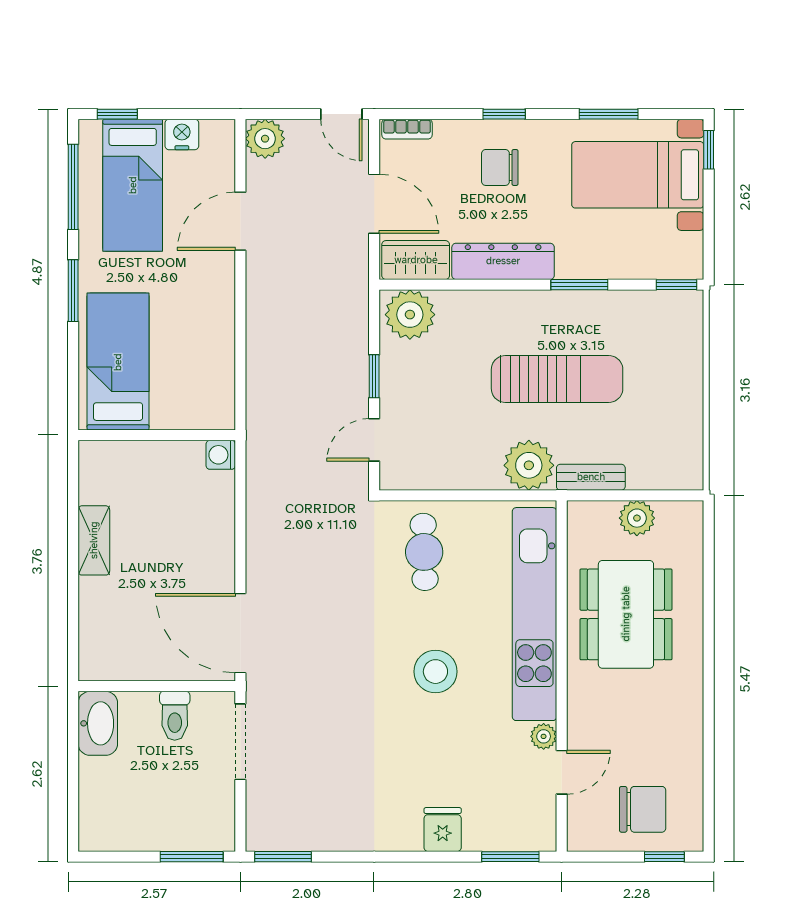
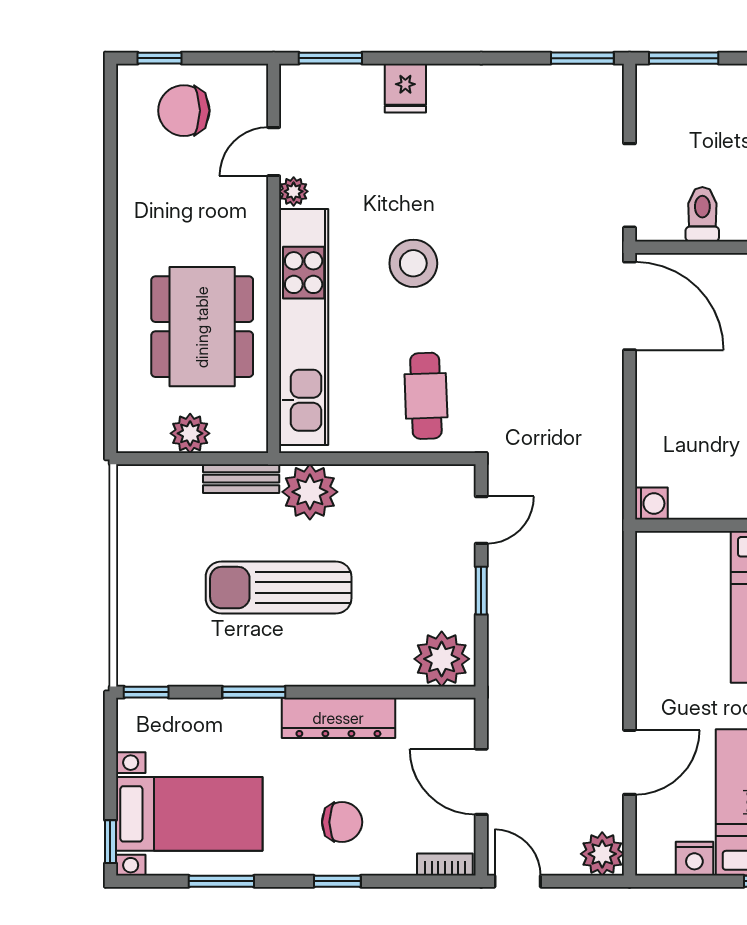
wardrobe: (416, 260) -> (435, 719), removed

